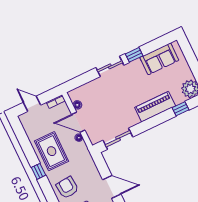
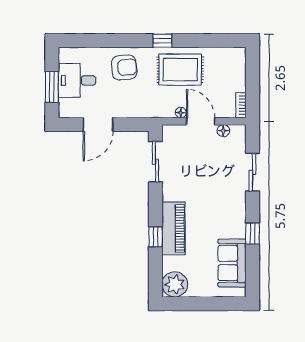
sliding door: (110, 66) -> (252, 172), moved
door: (32, 104) -> (252, 74), removed
window: (180, 109) -> (155, 237), moved
door: (78, 122) -> (201, 121), hinge flipped

